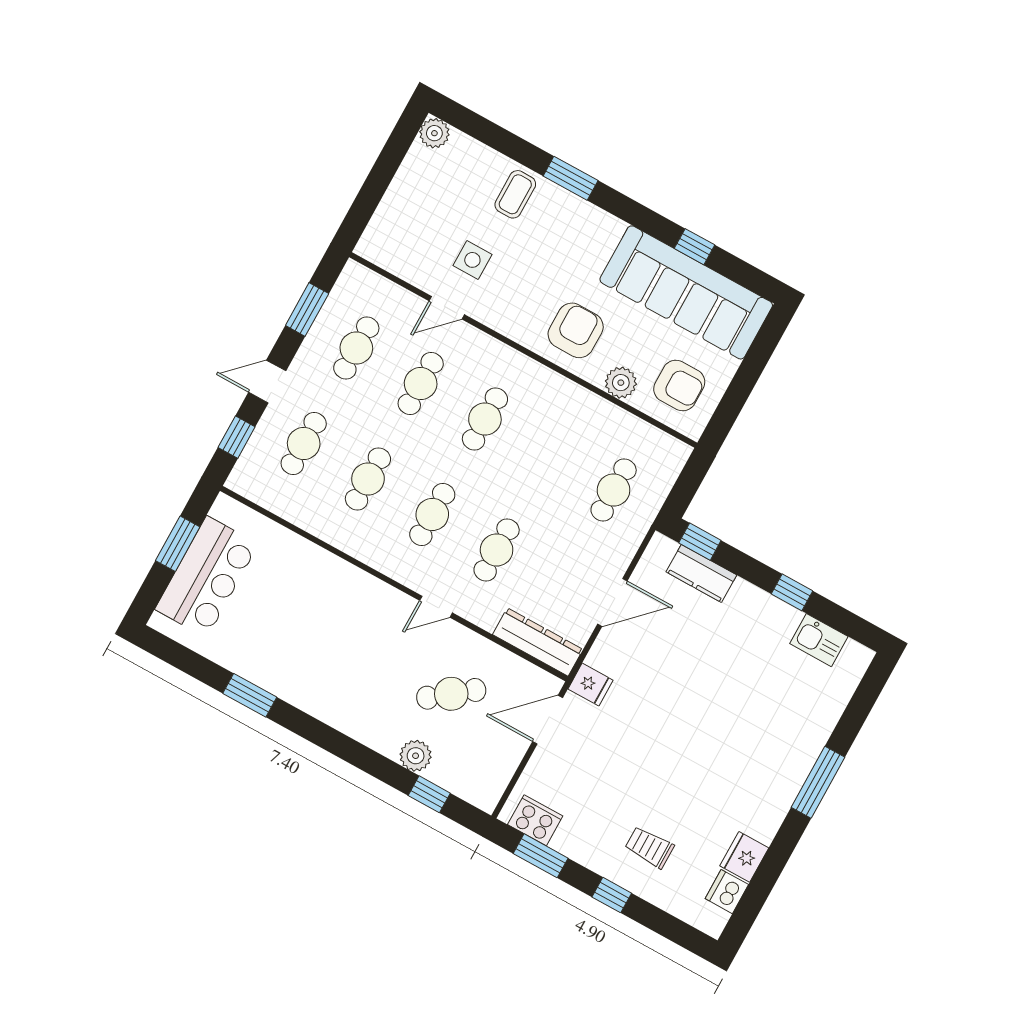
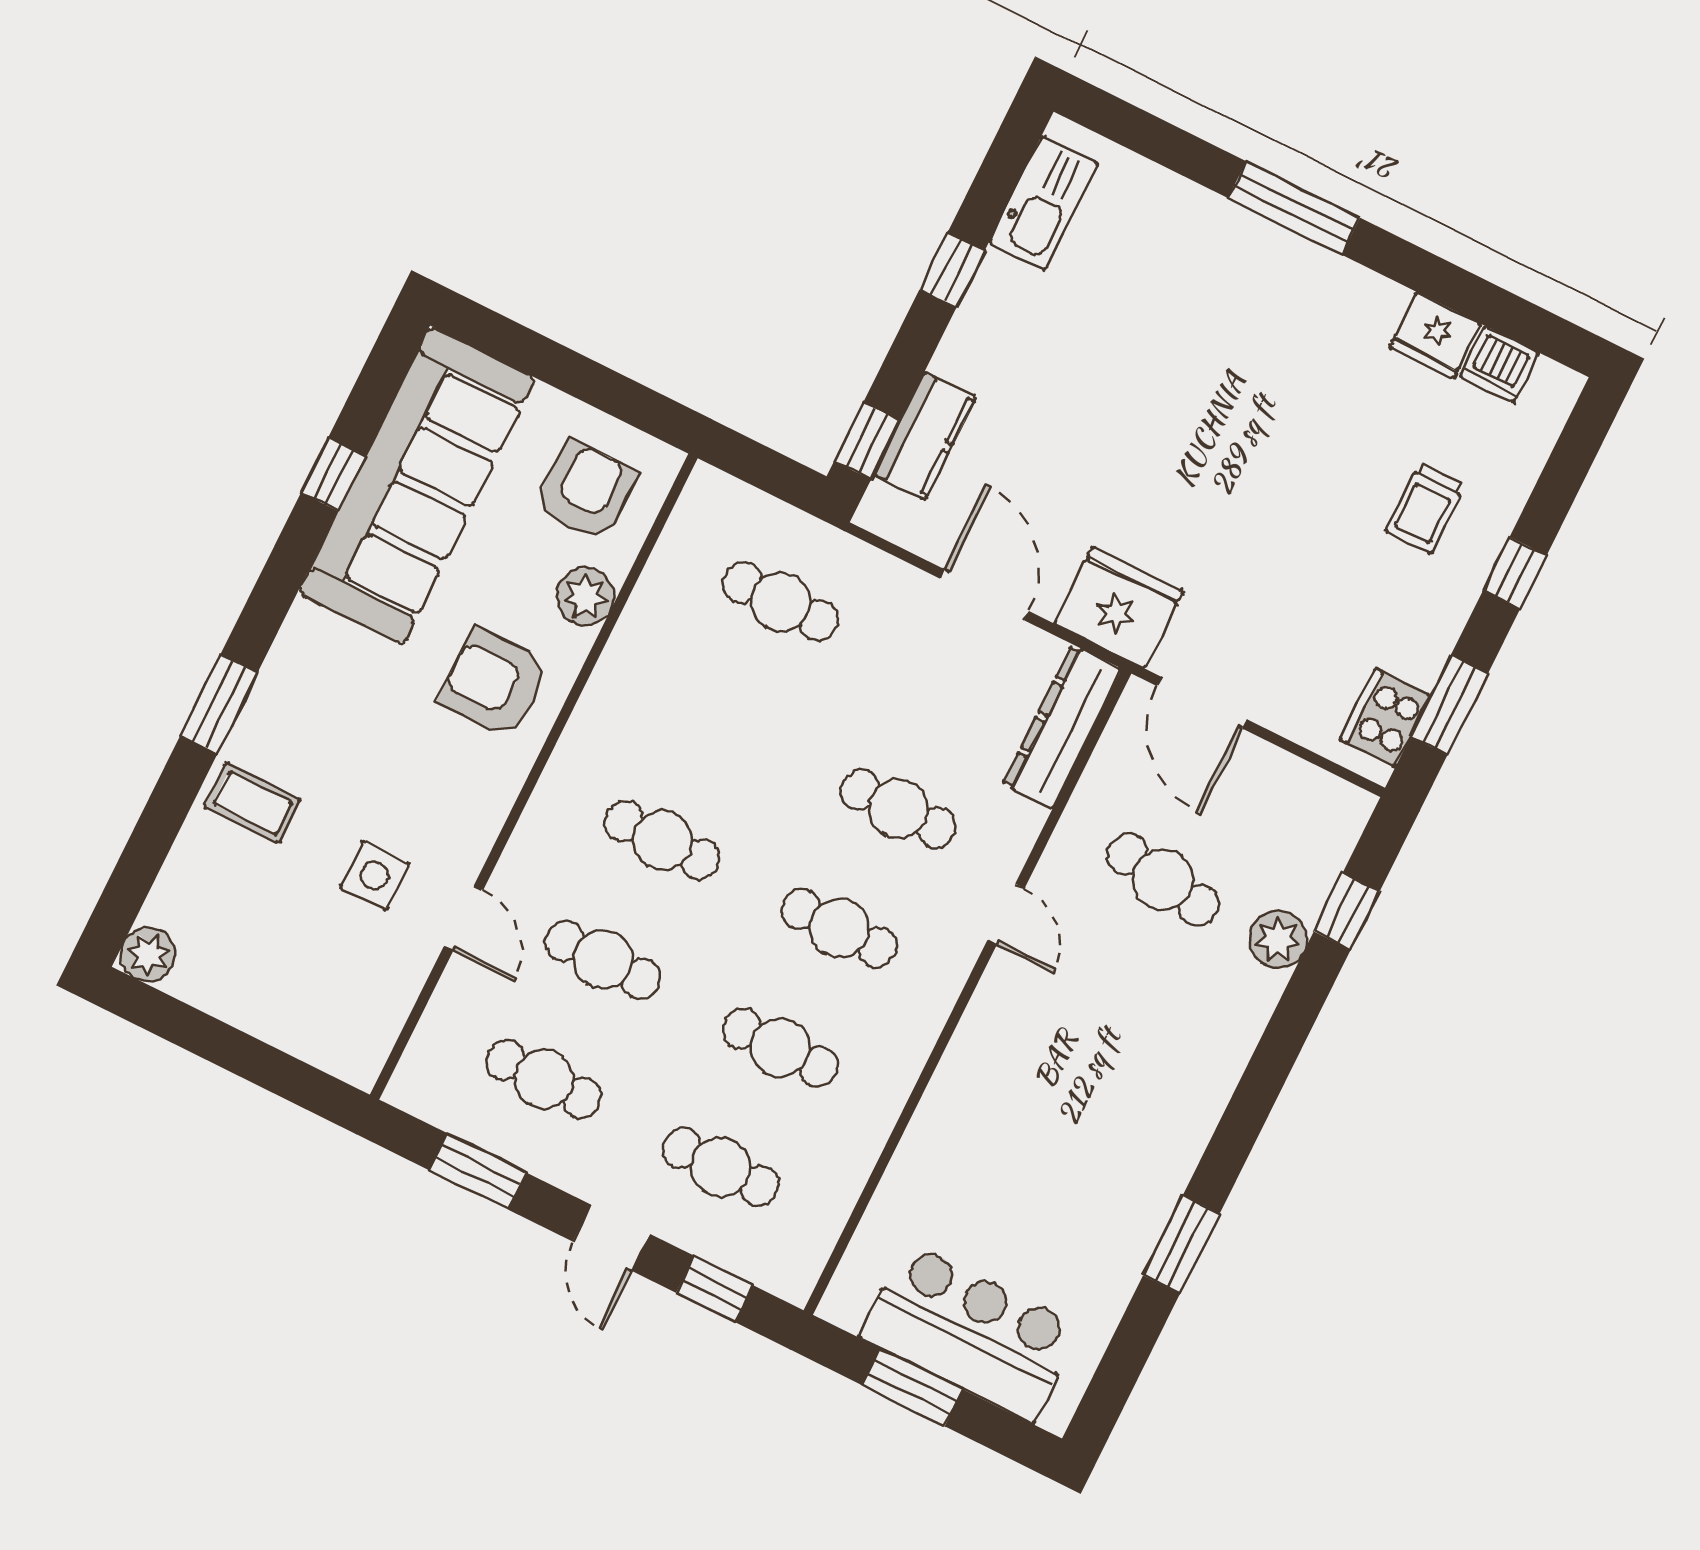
kitchen sink: (819, 640) -> (1043, 203), width x1.38
fridge: (591, 685) -> (1119, 608), width x1.88, depth x1.34
cafe table: (451, 694) -> (1163, 880), turned -43

